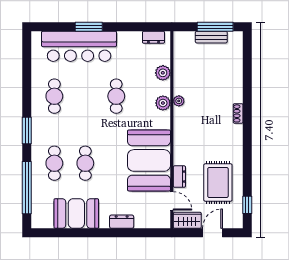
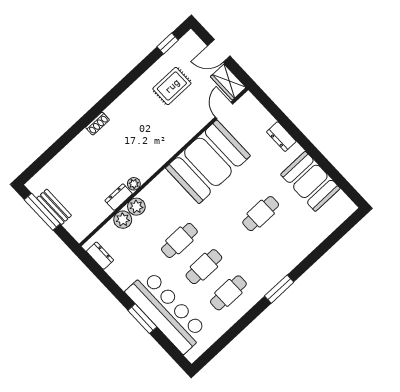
plant: (163, 103) -> (136, 207), moved
cafe table: (54, 163) -> (204, 267), moved
dresser: (179, 177) -> (119, 197), moved
rug: (218, 183) -> (172, 86), width x0.73, depth x0.70
window: (27, 188) -> (328, 244), removed

